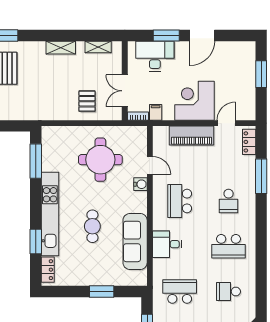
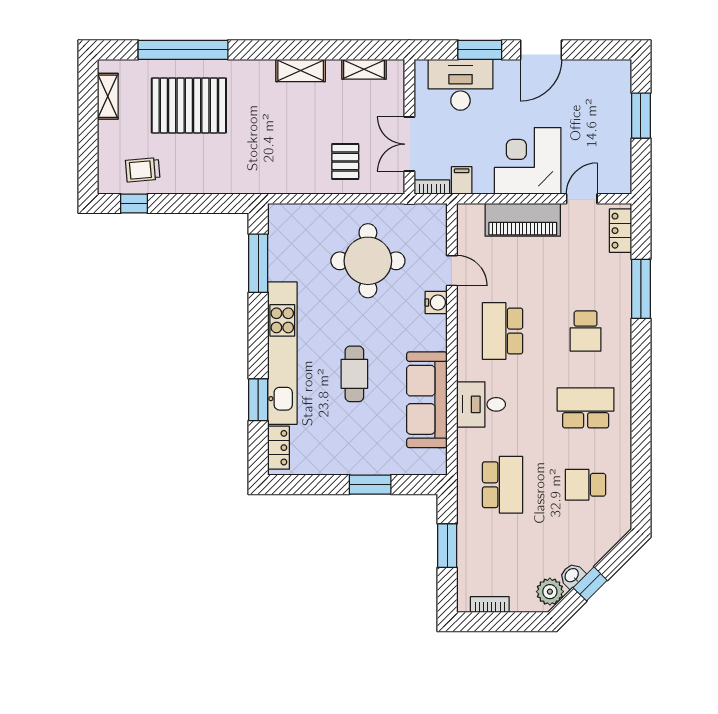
school desk: (229, 246) -> (586, 408), turned 180
school desk: (180, 292) -> (503, 485), turned 90

